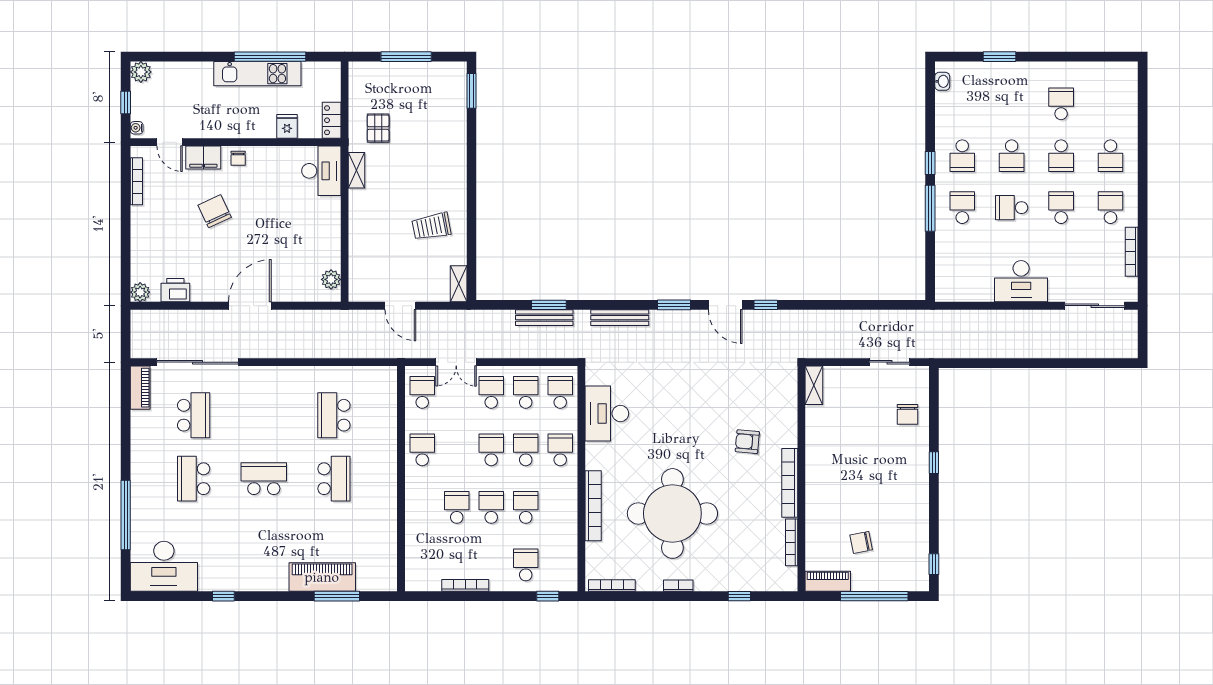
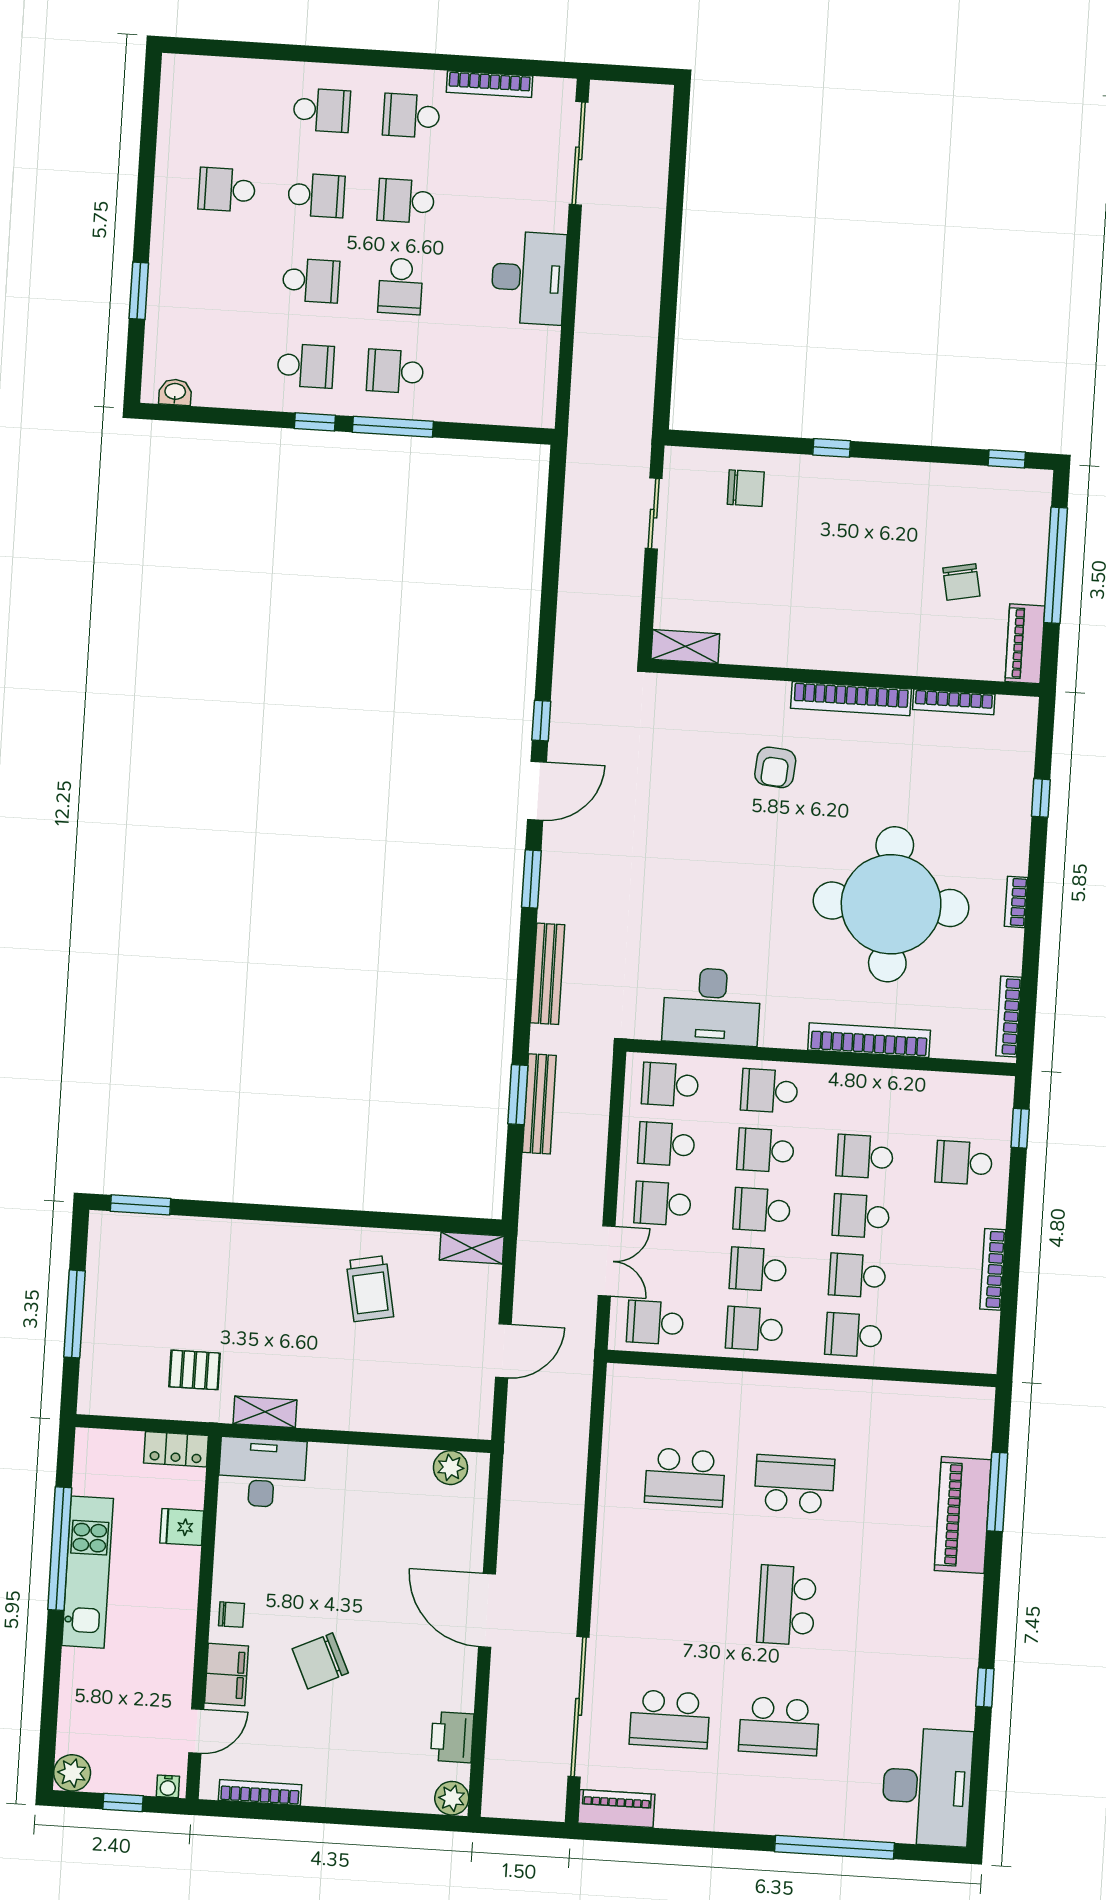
school desk: (194, 415) -> (670, 1719), turned 180
school desk: (457, 450) -> (758, 1269), added
school desk: (422, 507) -> (853, 1335), added

